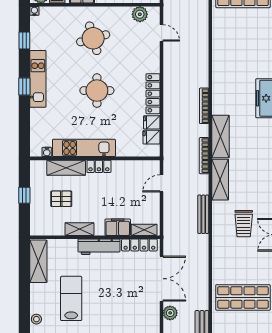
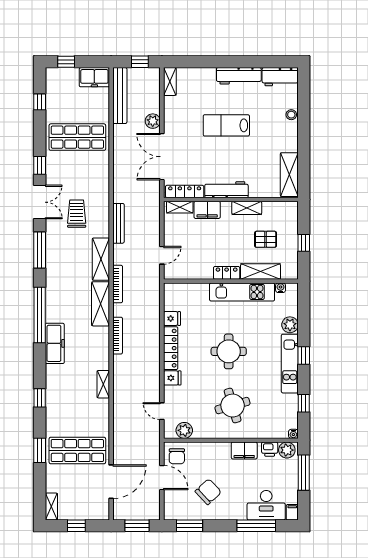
shelving: (218, 59) -> (103, 384), added
plant: (38, 116) -> (290, 325), added
fridge: (151, 137) -> (172, 378), moved
lab bench: (71, 298) -> (226, 125), moved, turned 90

